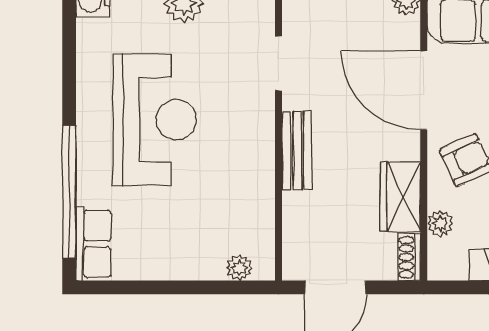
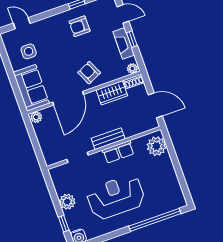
plant: (440, 223) -> (132, 69), moved
row of seats: (93, 244) -> (118, 152), moved, turned 180
plant: (239, 268) -> (156, 146), width x1.88, depth x1.88

